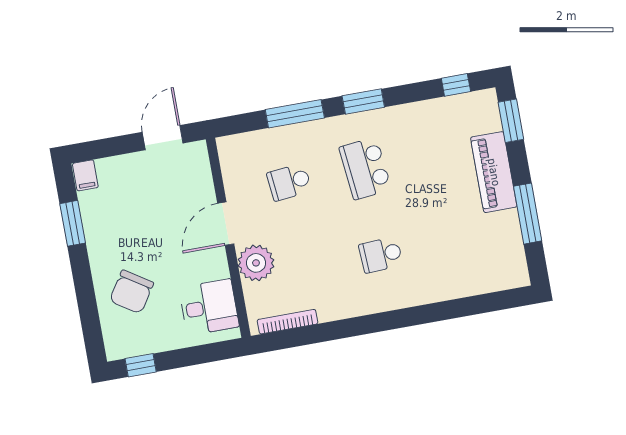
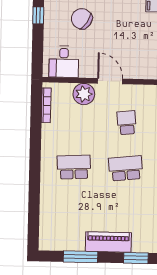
school desk: (381, 255) -> (74, 167), width x1.85

